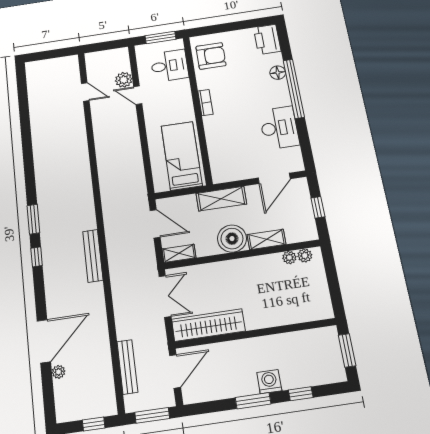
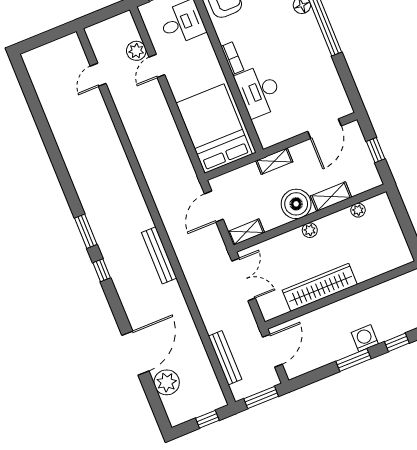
door: (85, 92) -> (98, 75), swing flipped
door: (138, 95) -> (157, 66), hinge flipped
desk: (279, 128) -> (259, 91), moved, turned 180
bed: (182, 156) -> (214, 129), width x1.50
shelving: (221, 199) -> (274, 161), width x0.67, depth x0.75
door: (155, 224) -> (214, 206), swing flipped
plant: (305, 256) -> (310, 230), moved
wardrobe: (208, 325) -> (320, 287), moved
plant: (59, 372) -> (167, 382), width x1.87, depth x1.87

